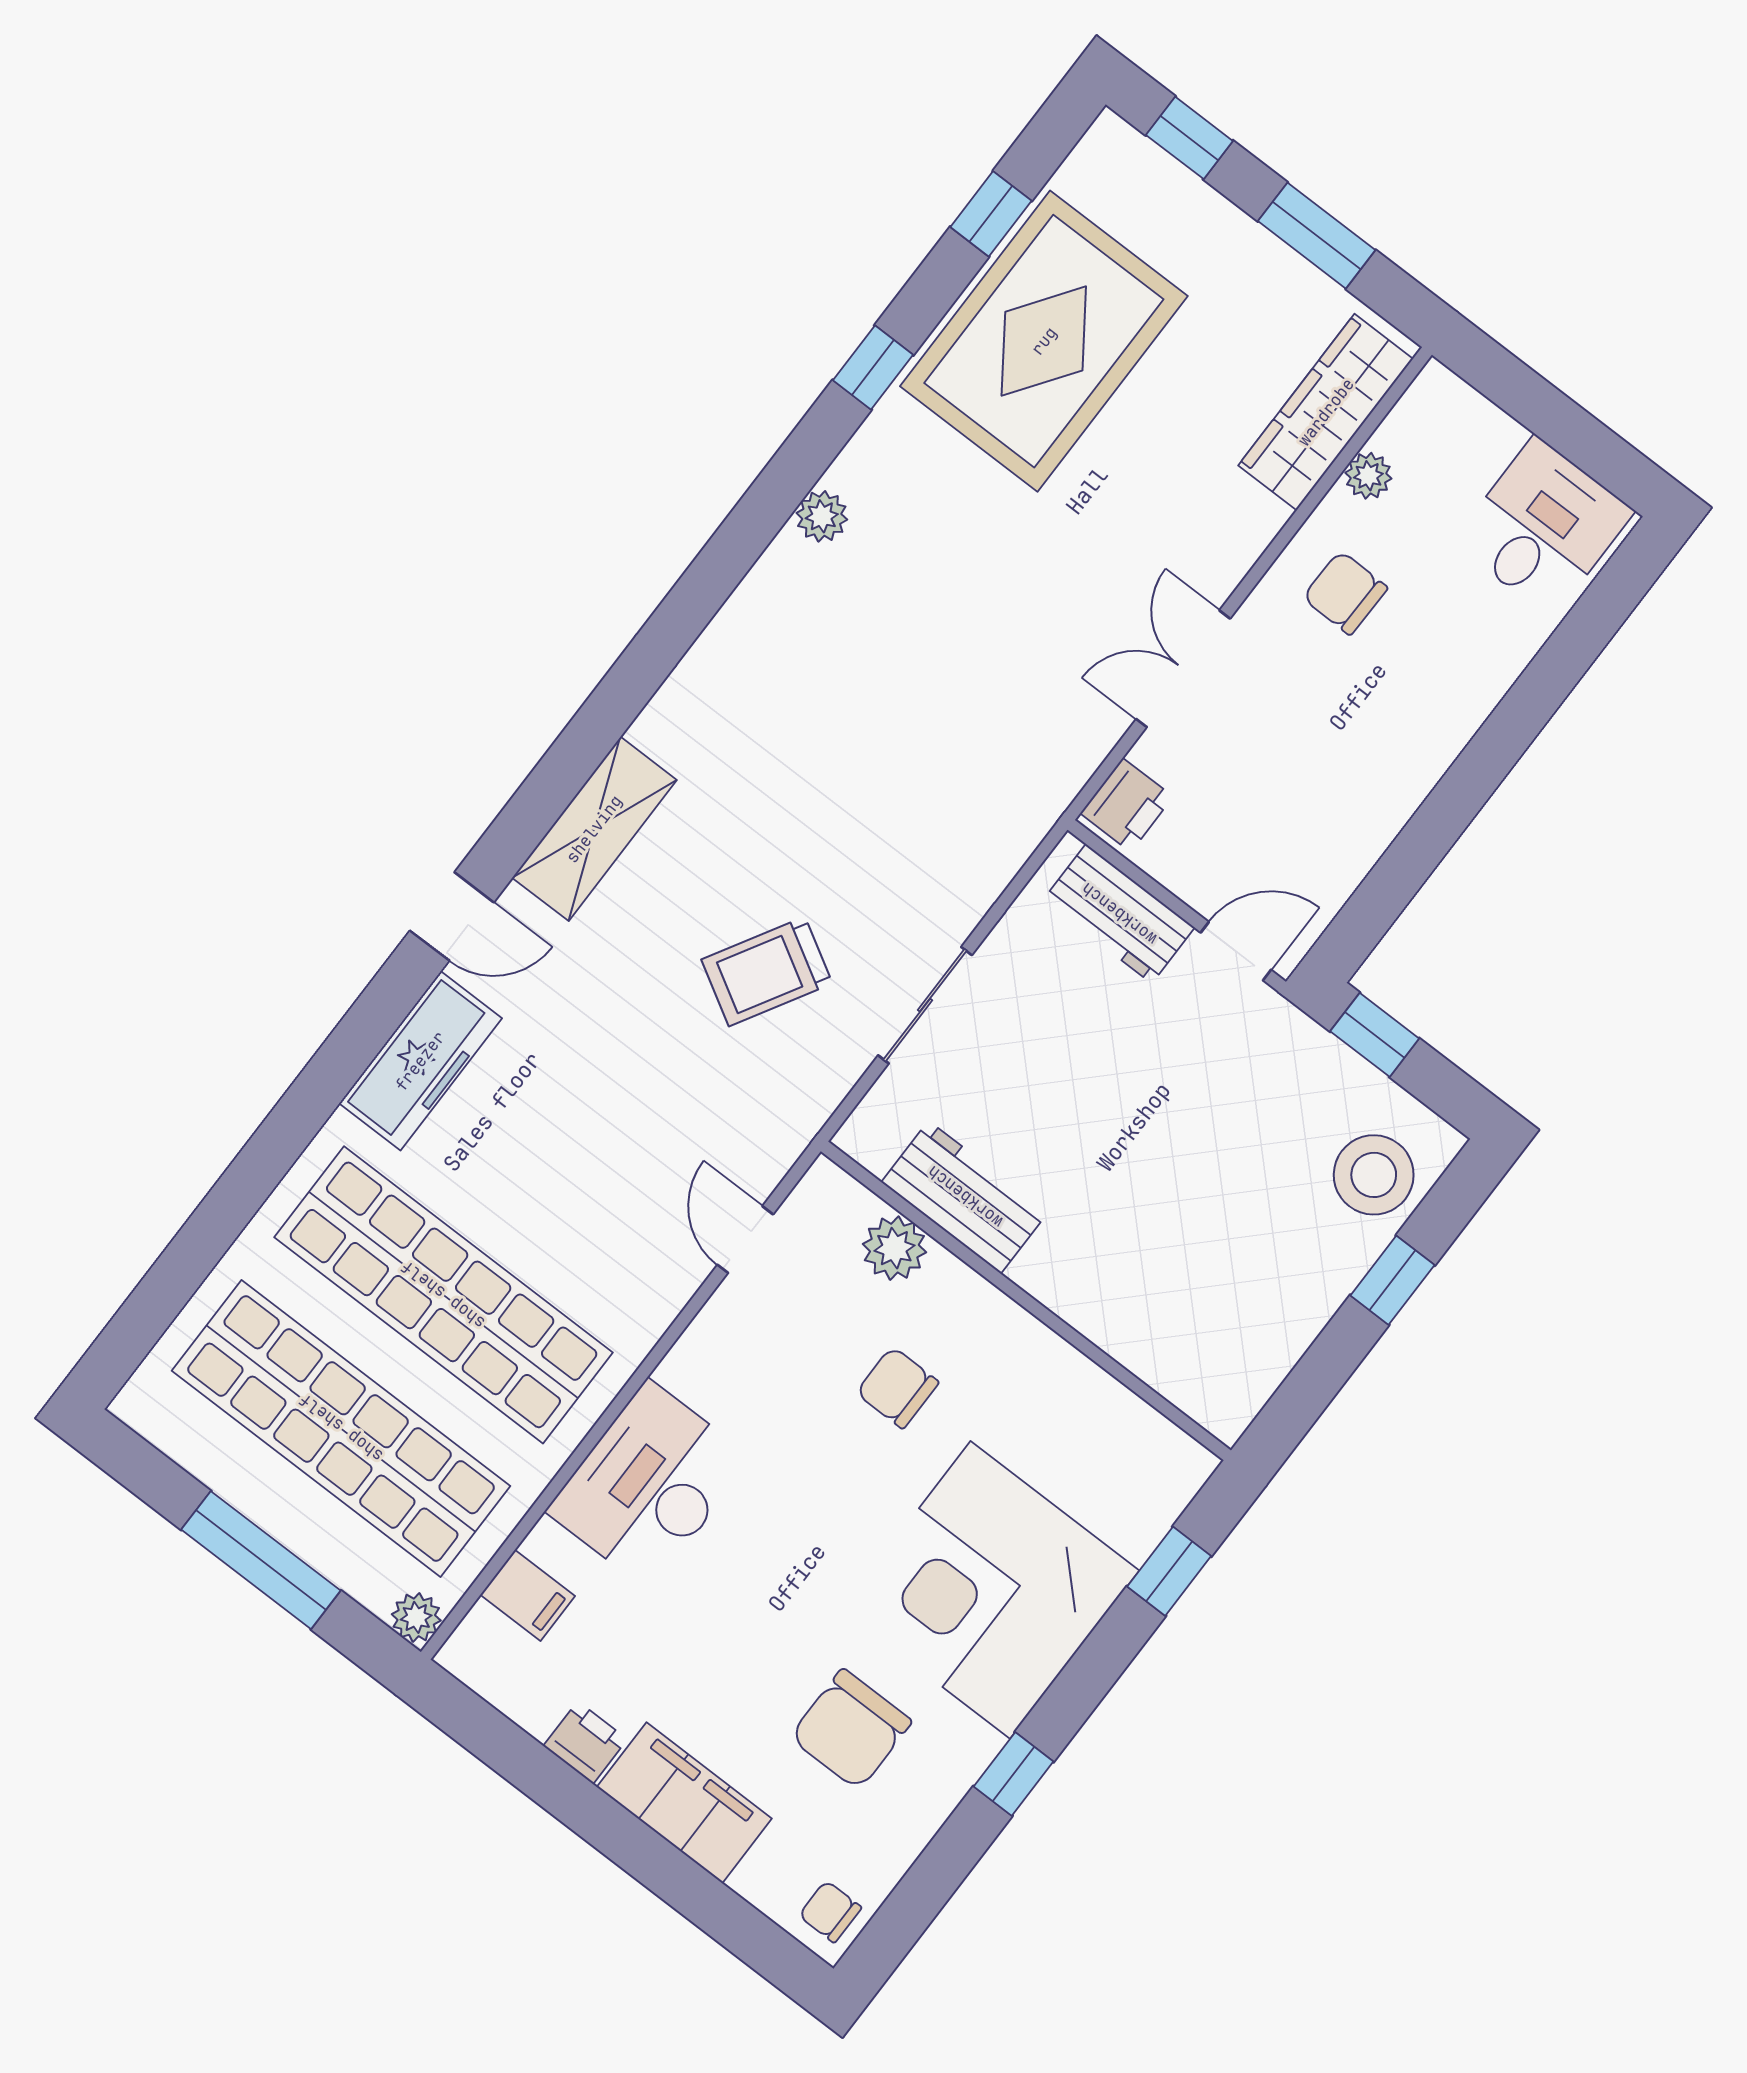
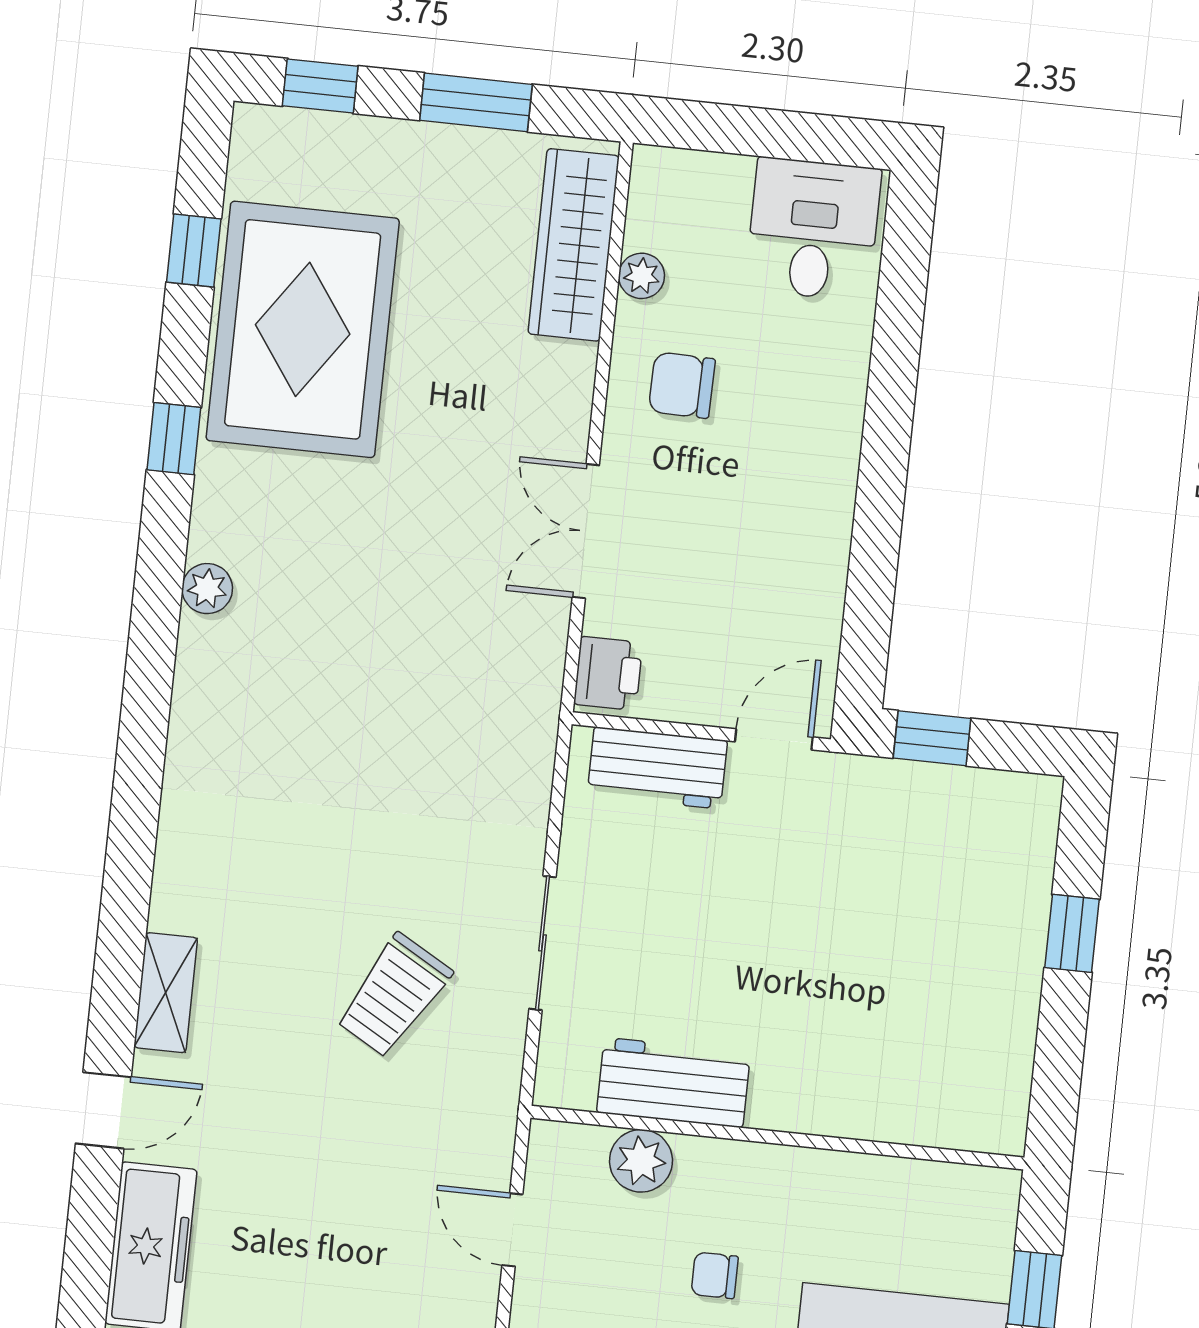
shelving: (594, 829) -> (166, 993), width x0.67, depth x0.75
stool: (1374, 1175) -> (1003, 855), removed
chair: (897, 1388) -> (715, 1275), width x0.73, depth x0.73

